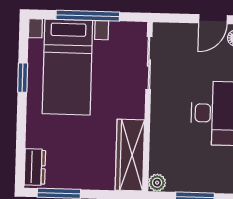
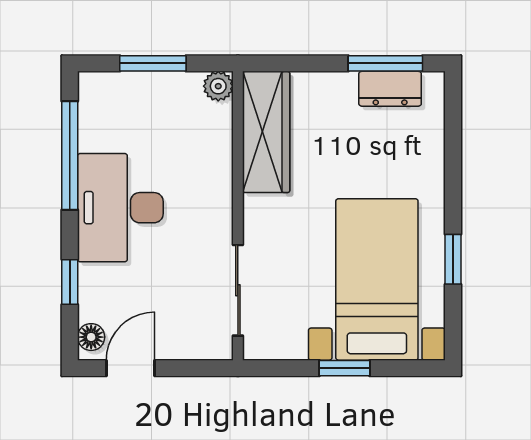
window: (88, 16) -> (344, 368), width x0.46
dresser: (35, 167) -> (390, 89), moved, turned -90

